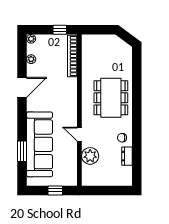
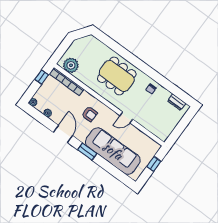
armchair: (58, 98) -> (90, 114), added
window: (22, 151) -> (87, 152), moved
plant: (90, 156) -> (71, 65), moved
dresser: (127, 156) -> (177, 102), moved

